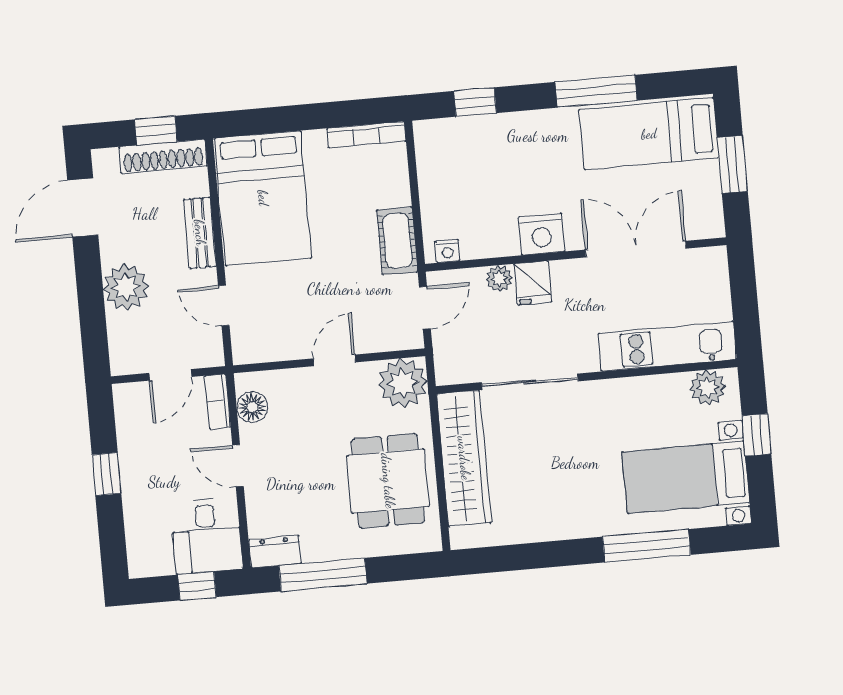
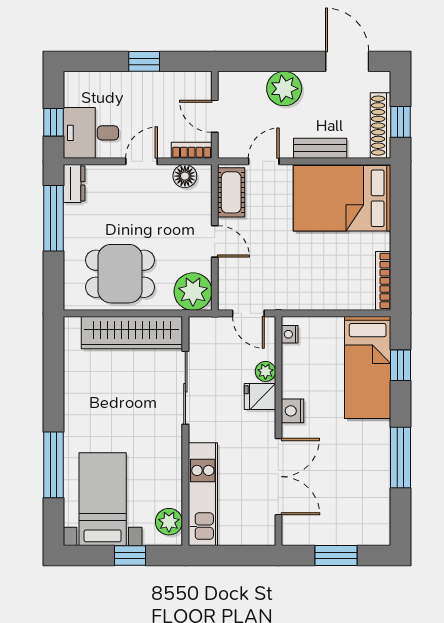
bed: (649, 134) -> (368, 367), moved, turned 180
nightstand: (542, 234) -> (293, 411), width x0.74, depth x0.75
cot: (397, 241) -> (231, 192), moved, turned 90

